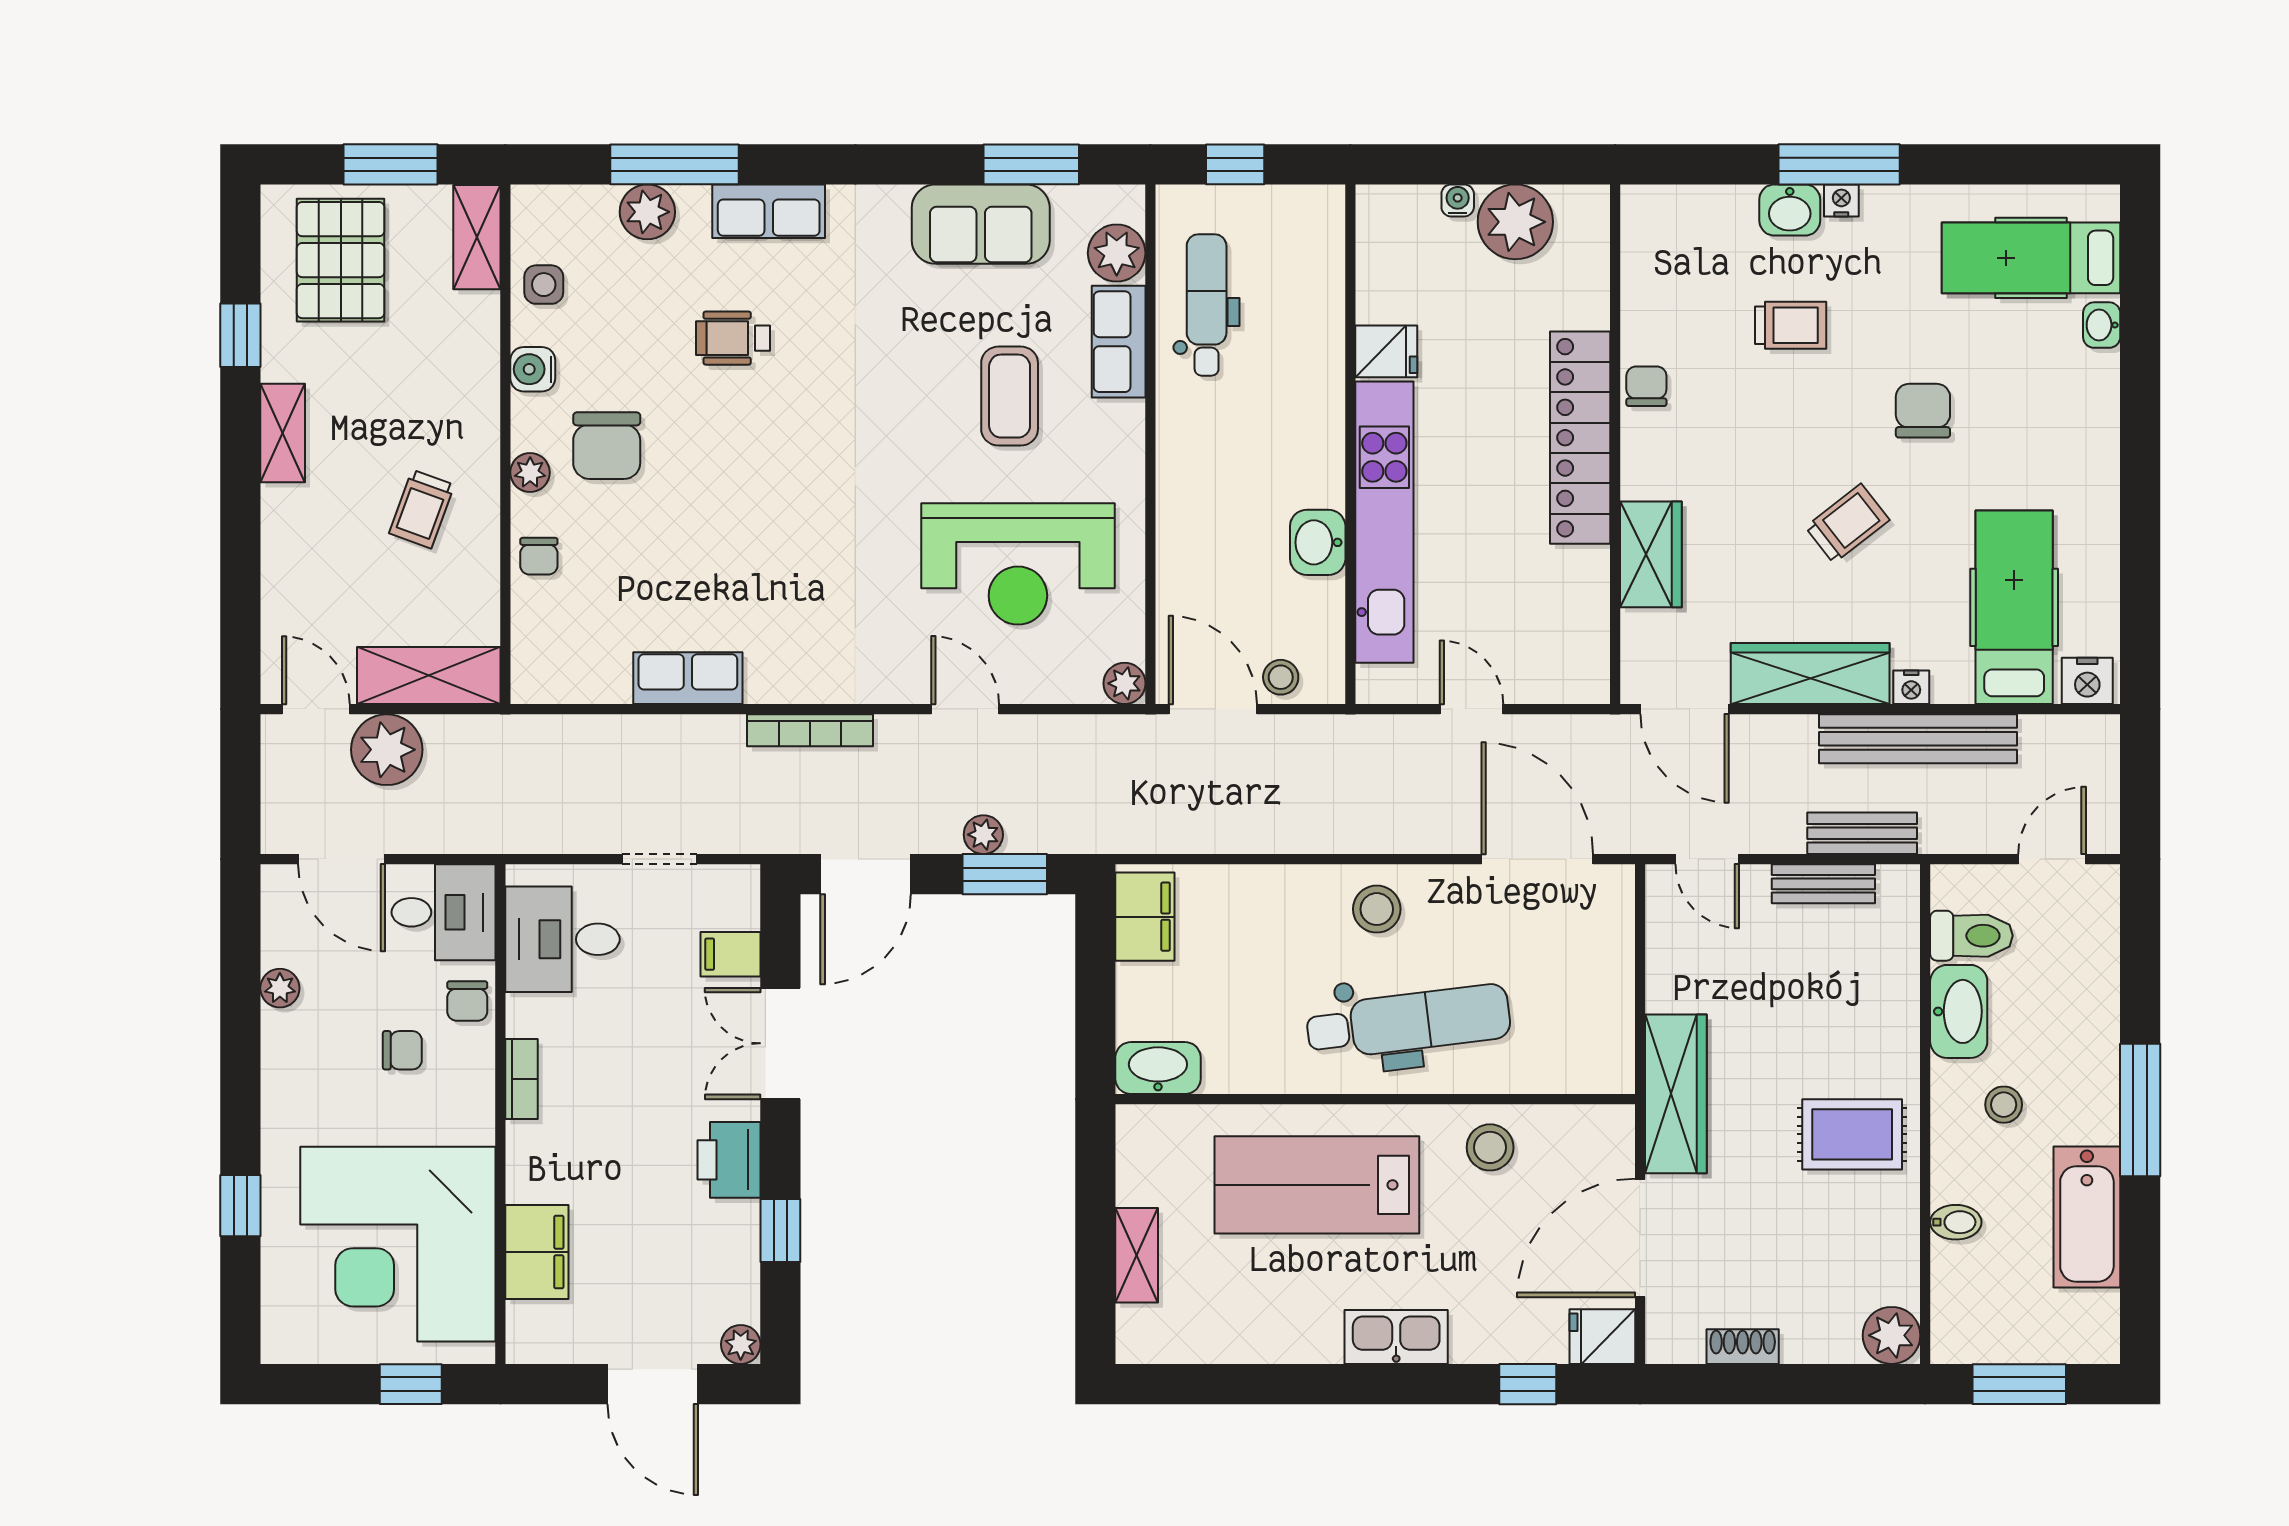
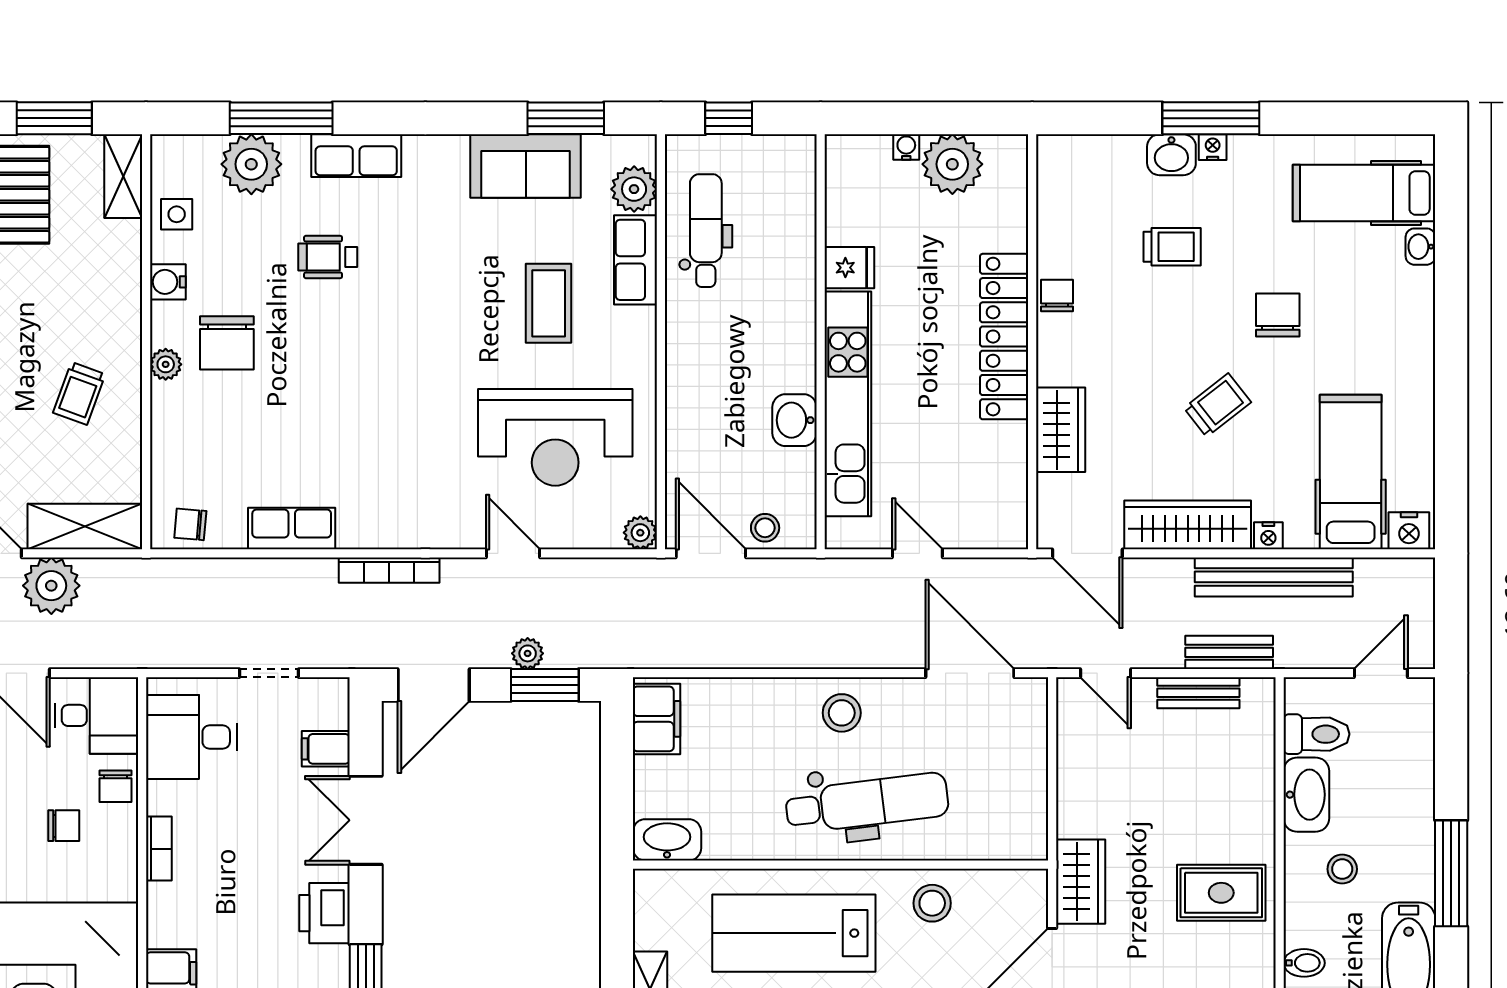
plant: (647, 212) -> (251, 164), width x1.36, depth x1.36
chair: (539, 556) -> (190, 524), moved, turned 95
wardrobe: (1676, 1094) -> (1081, 882), width x0.67

